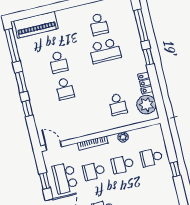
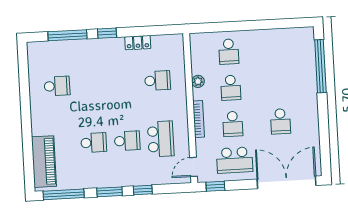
school desk: (105, 51) -> (161, 139), moved
plant: (146, 105) -> (164, 46), removed
window: (175, 169) -> (248, 25), removed
window: (45, 181) -> (215, 186), moved

